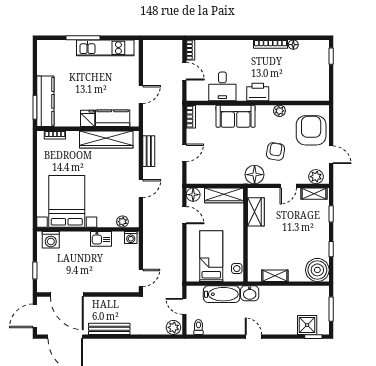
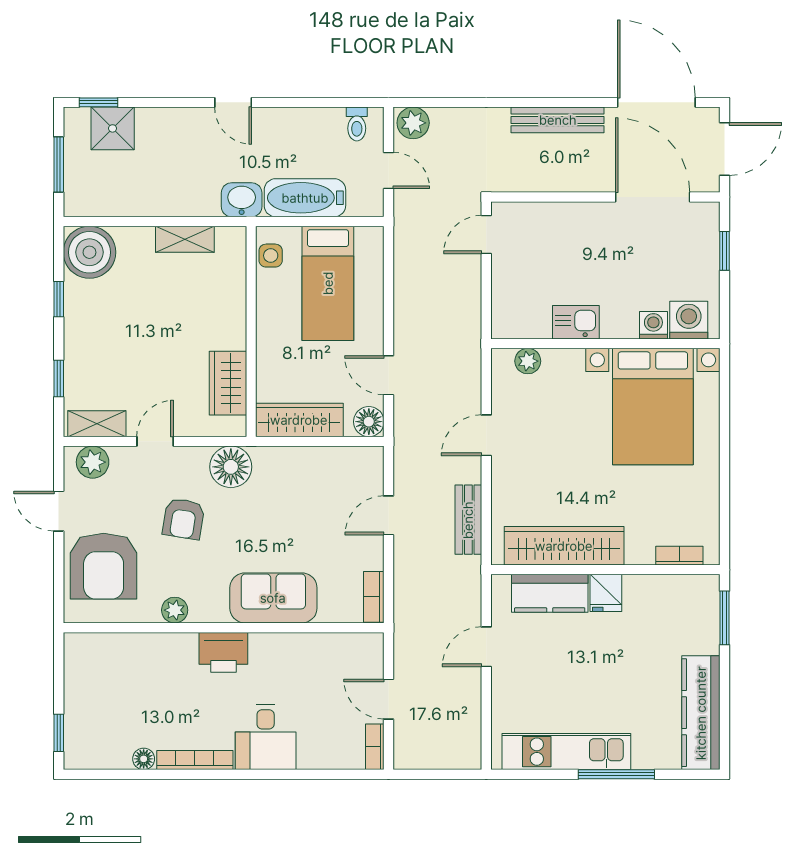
desk: (222, 86) -> (266, 737), moved, turned 180
kitchen counter: (45, 101) -> (701, 713), moved
washing machine: (131, 238) -> (653, 325), moved

